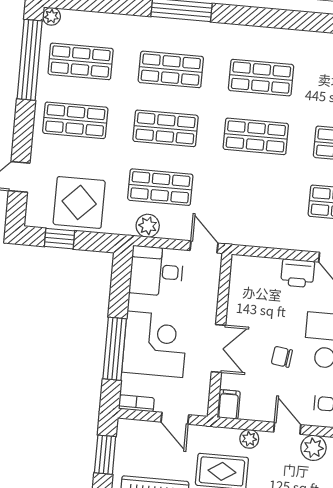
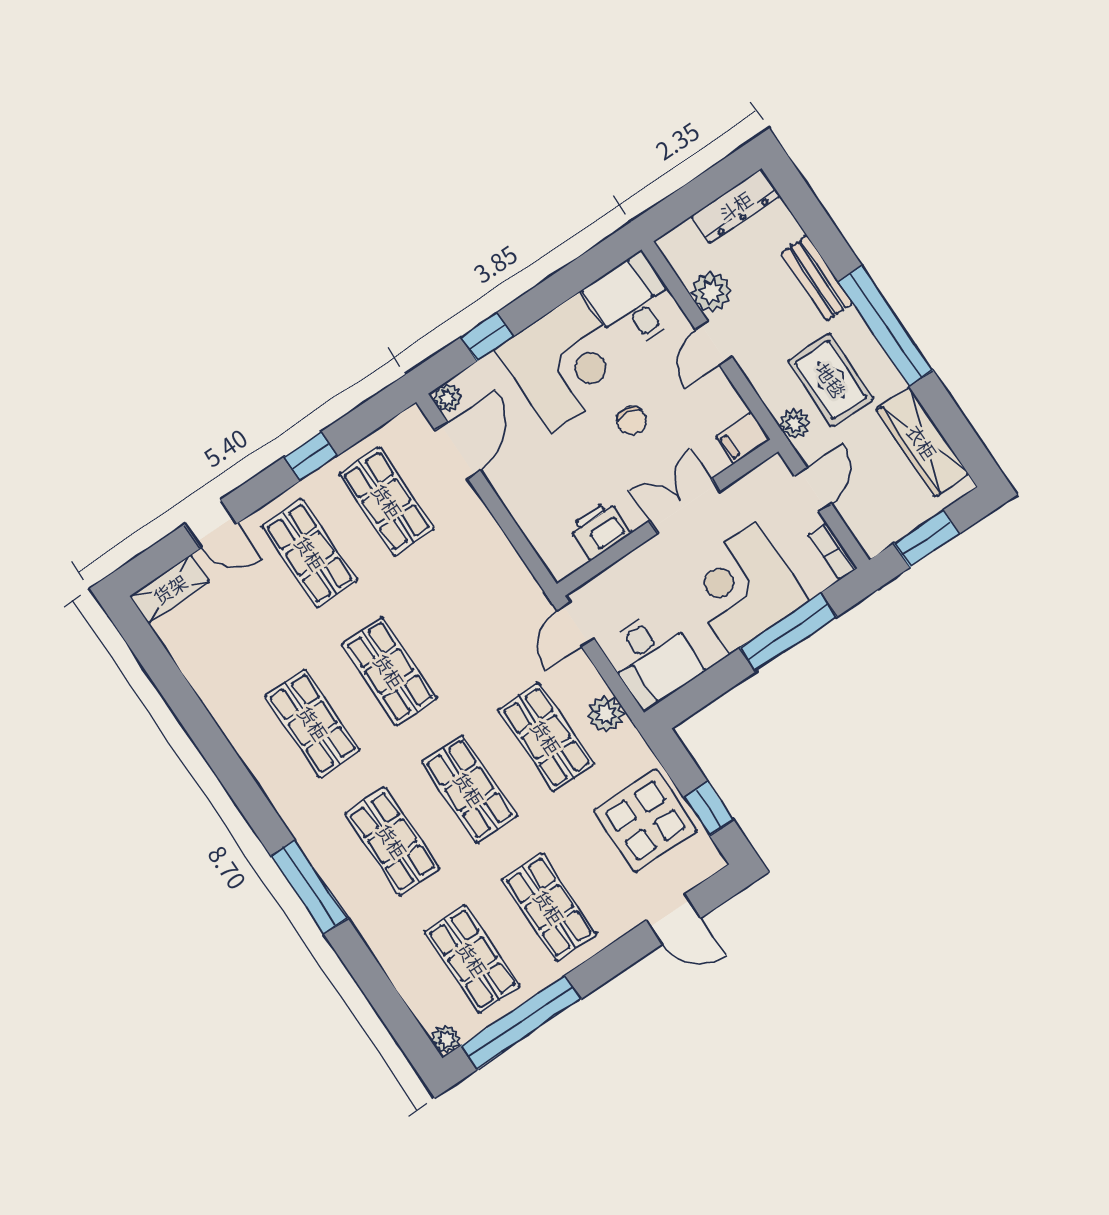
printer: (298, 273) -> (600, 530), moved, turned -90
plant: (249, 439) -> (795, 424), moved

